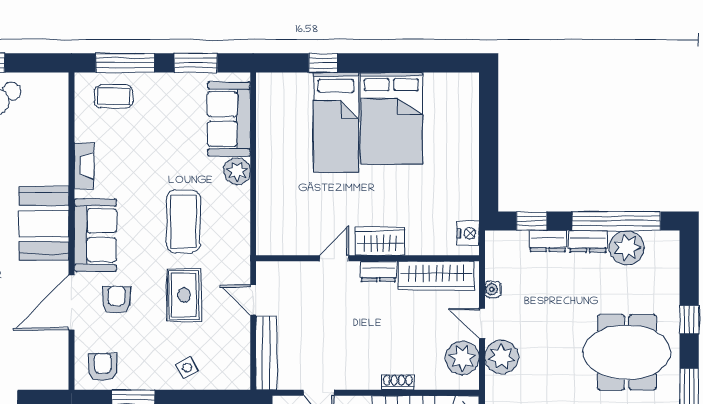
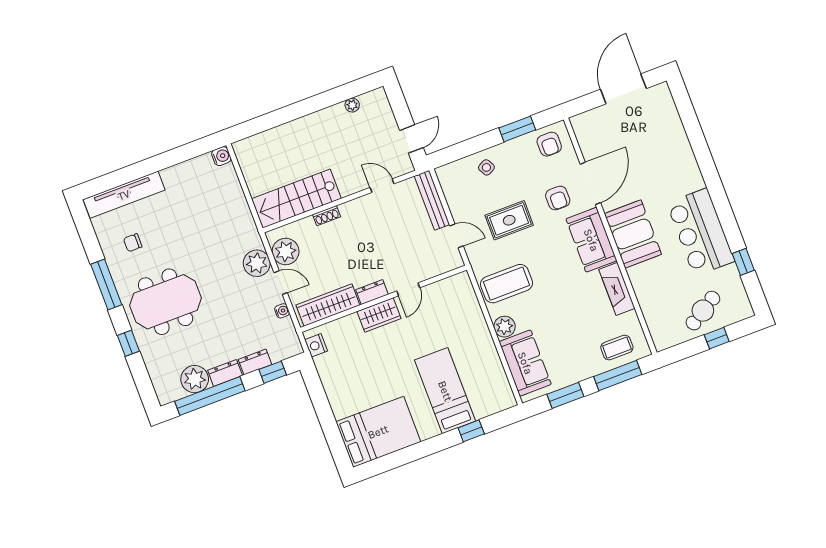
bed: (391, 118) -> (378, 432), moved, turned 90
fireplace: (84, 166) -> (617, 289), width x1.37, depth x1.32
coffee table: (183, 221) -> (506, 284), moved, turned 90
rug: (184, 295) -> (509, 220), turned 90

